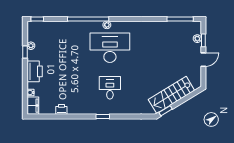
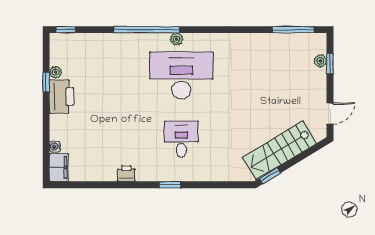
door: (203, 60) -> (330, 113), moved
printer: (35, 71) -> (62, 96), moved
printer: (61, 109) -> (126, 174), moved

